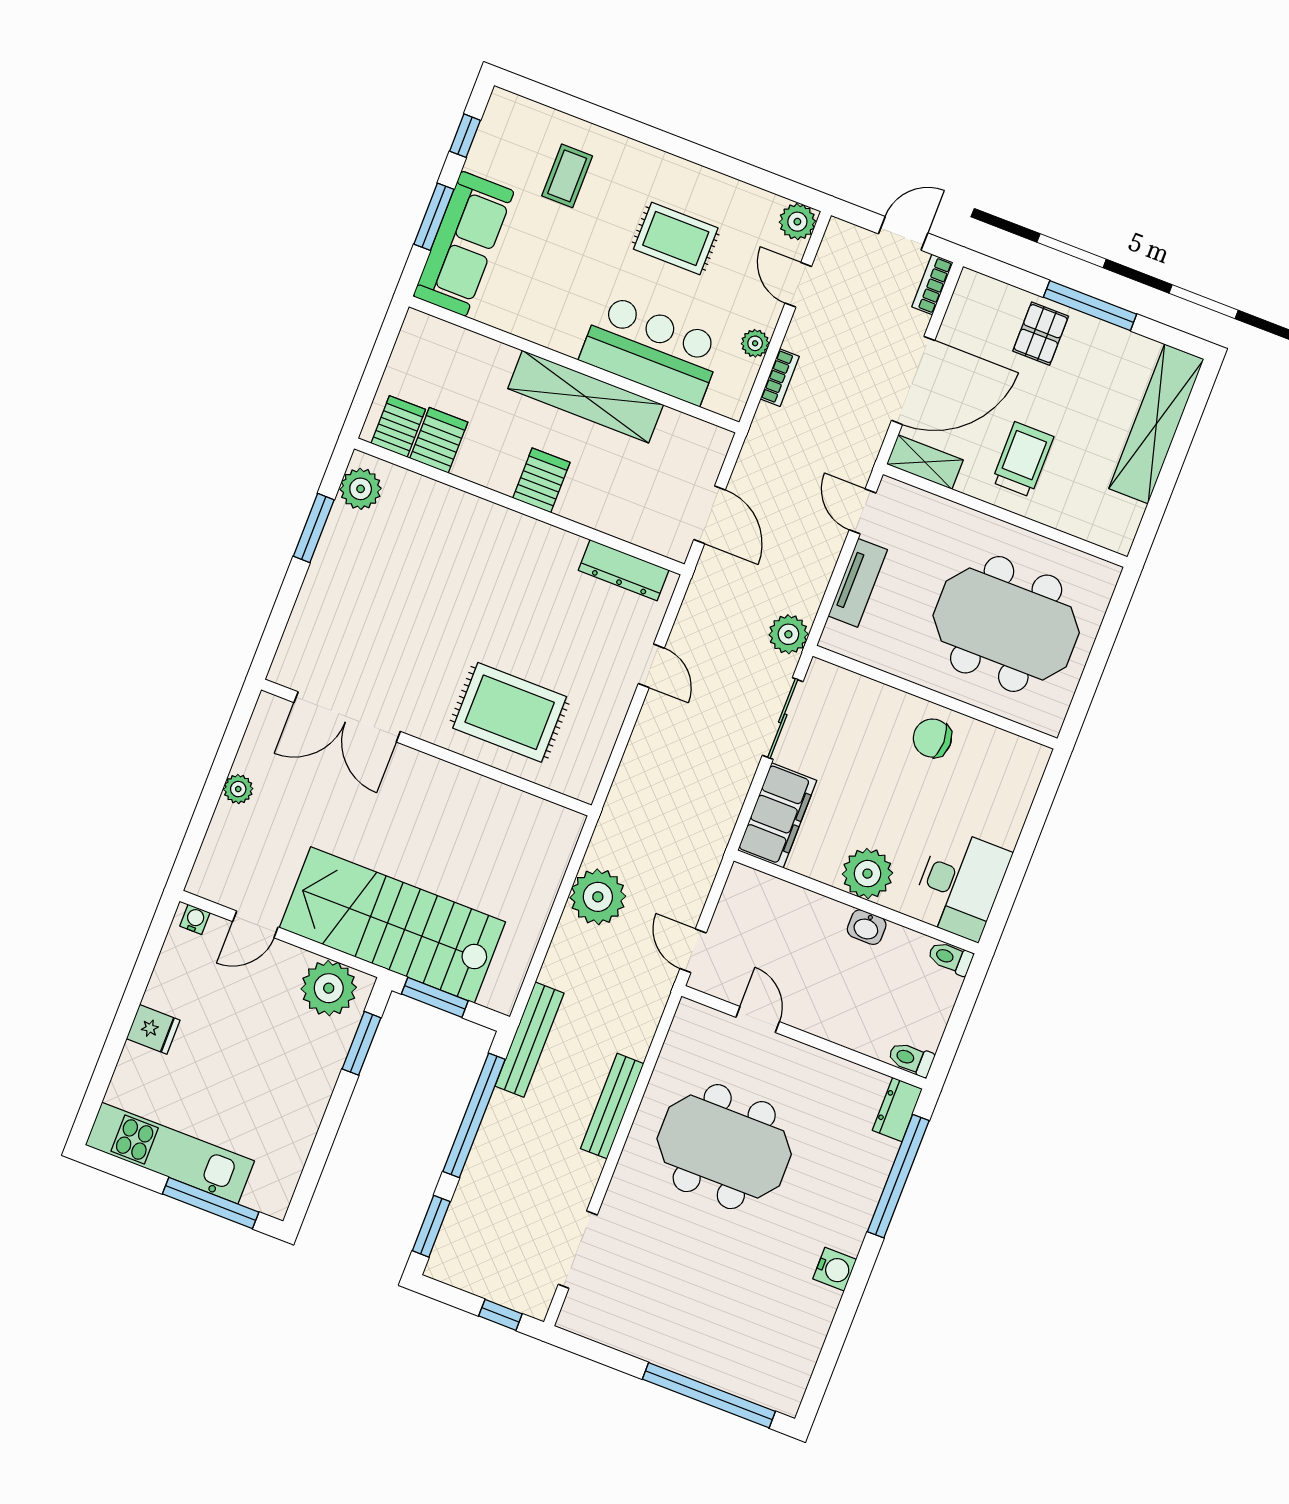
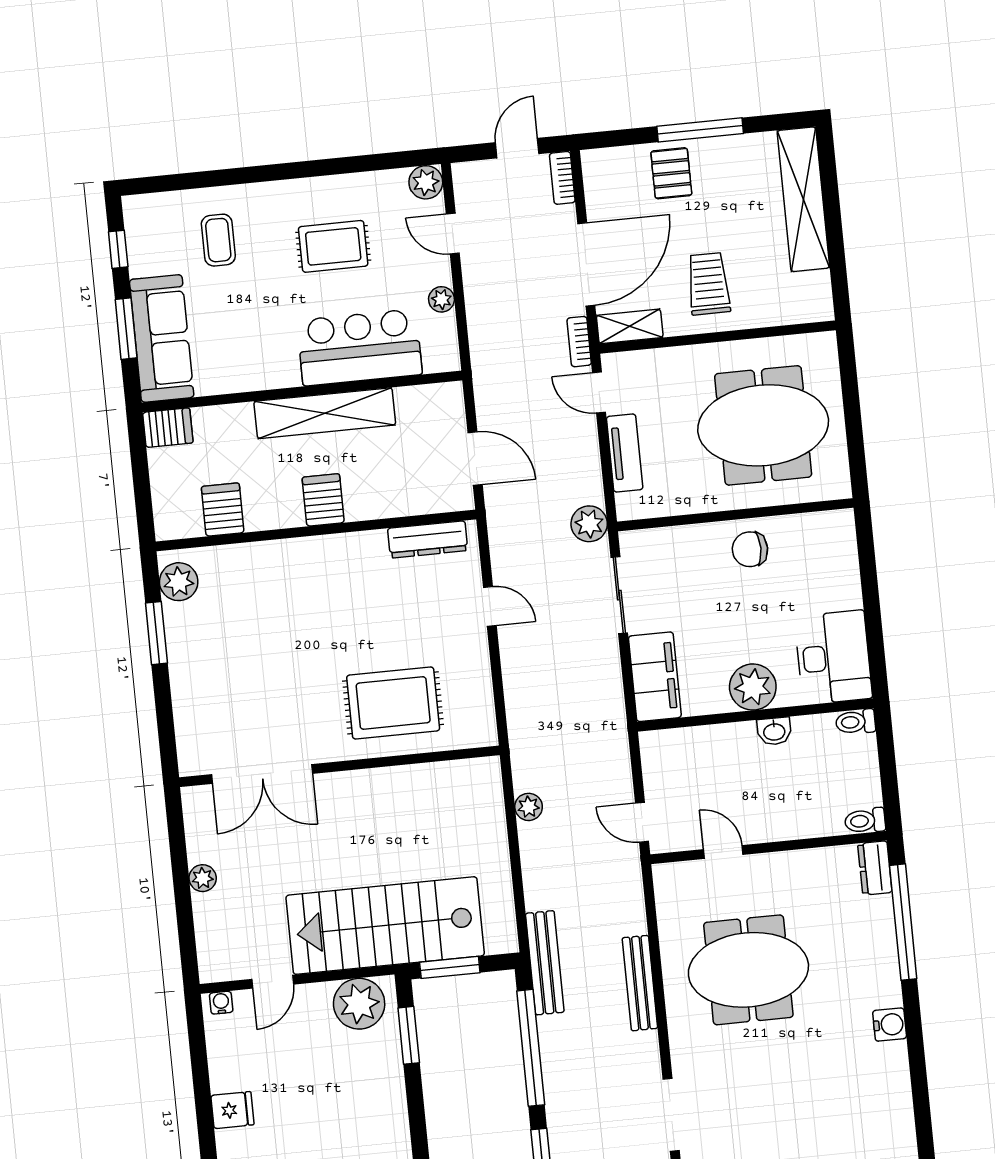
bookcase: (780, 378) -> (579, 342), moved, turned 180
server rack: (398, 426) -> (168, 428), moved, turned 90
plant: (598, 897) -> (529, 807), width x0.53, depth x0.53

